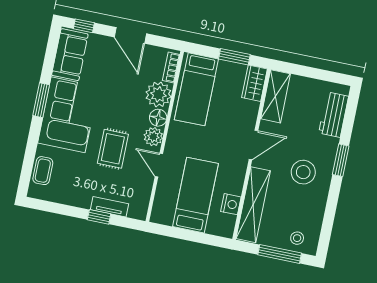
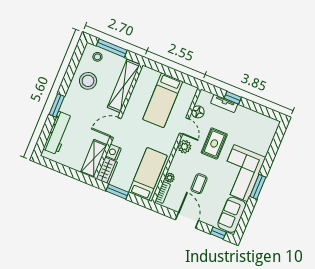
plant: (158, 94) -> (170, 178), width x0.53, depth x0.53
workbench: (334, 115) -> (58, 133), width x1.37
floor lamp: (158, 118) -> (198, 112), moved
coffee table: (43, 171) -> (199, 184), moved
stool: (303, 172) -> (88, 81), moved
nightstand: (231, 204) -> (113, 152), moved

